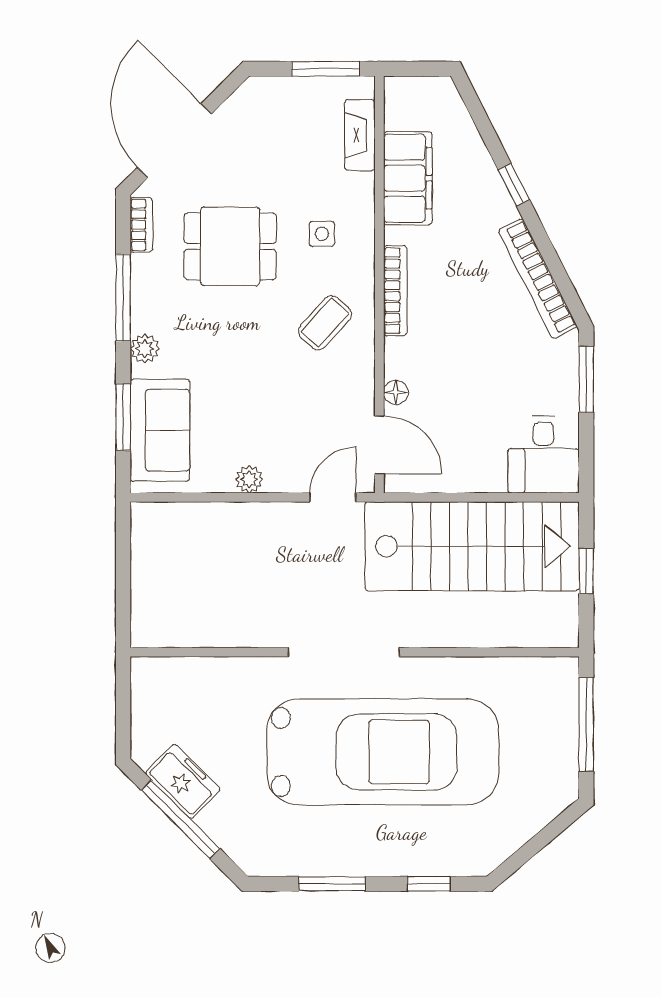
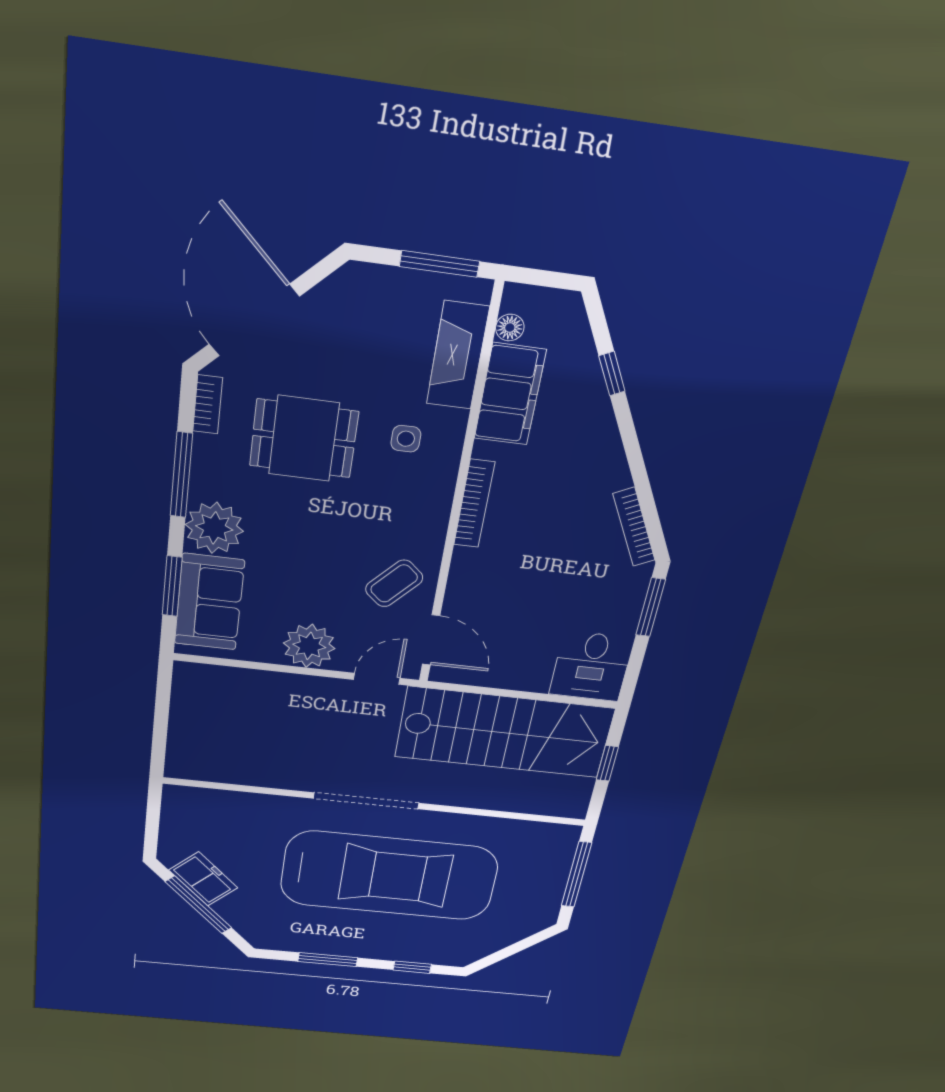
fireplace: (360, 135) -> (458, 355), width x1.37, depth x1.32
window: (514, 185) -> (612, 374), moved
bookcase: (538, 279) -> (634, 527), width x0.68, depth x0.76
coffee table: (325, 323) -> (394, 583), moved
plant: (145, 349) -> (214, 528), width x1.87, depth x1.87
floor lamp: (396, 392) -> (510, 328), moved
plant: (249, 479) -> (309, 646), width x1.88, depth x1.88

